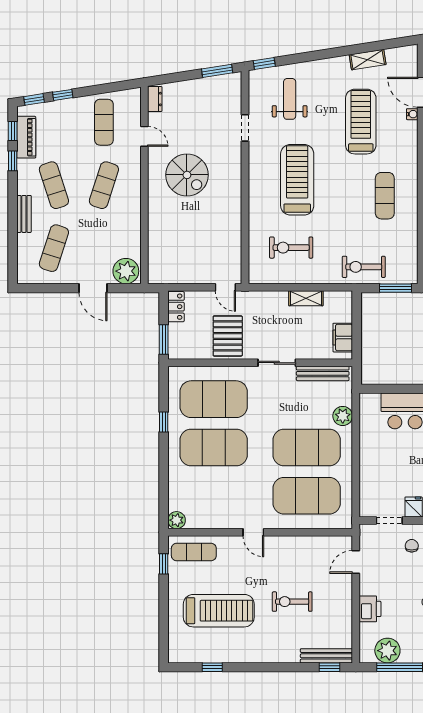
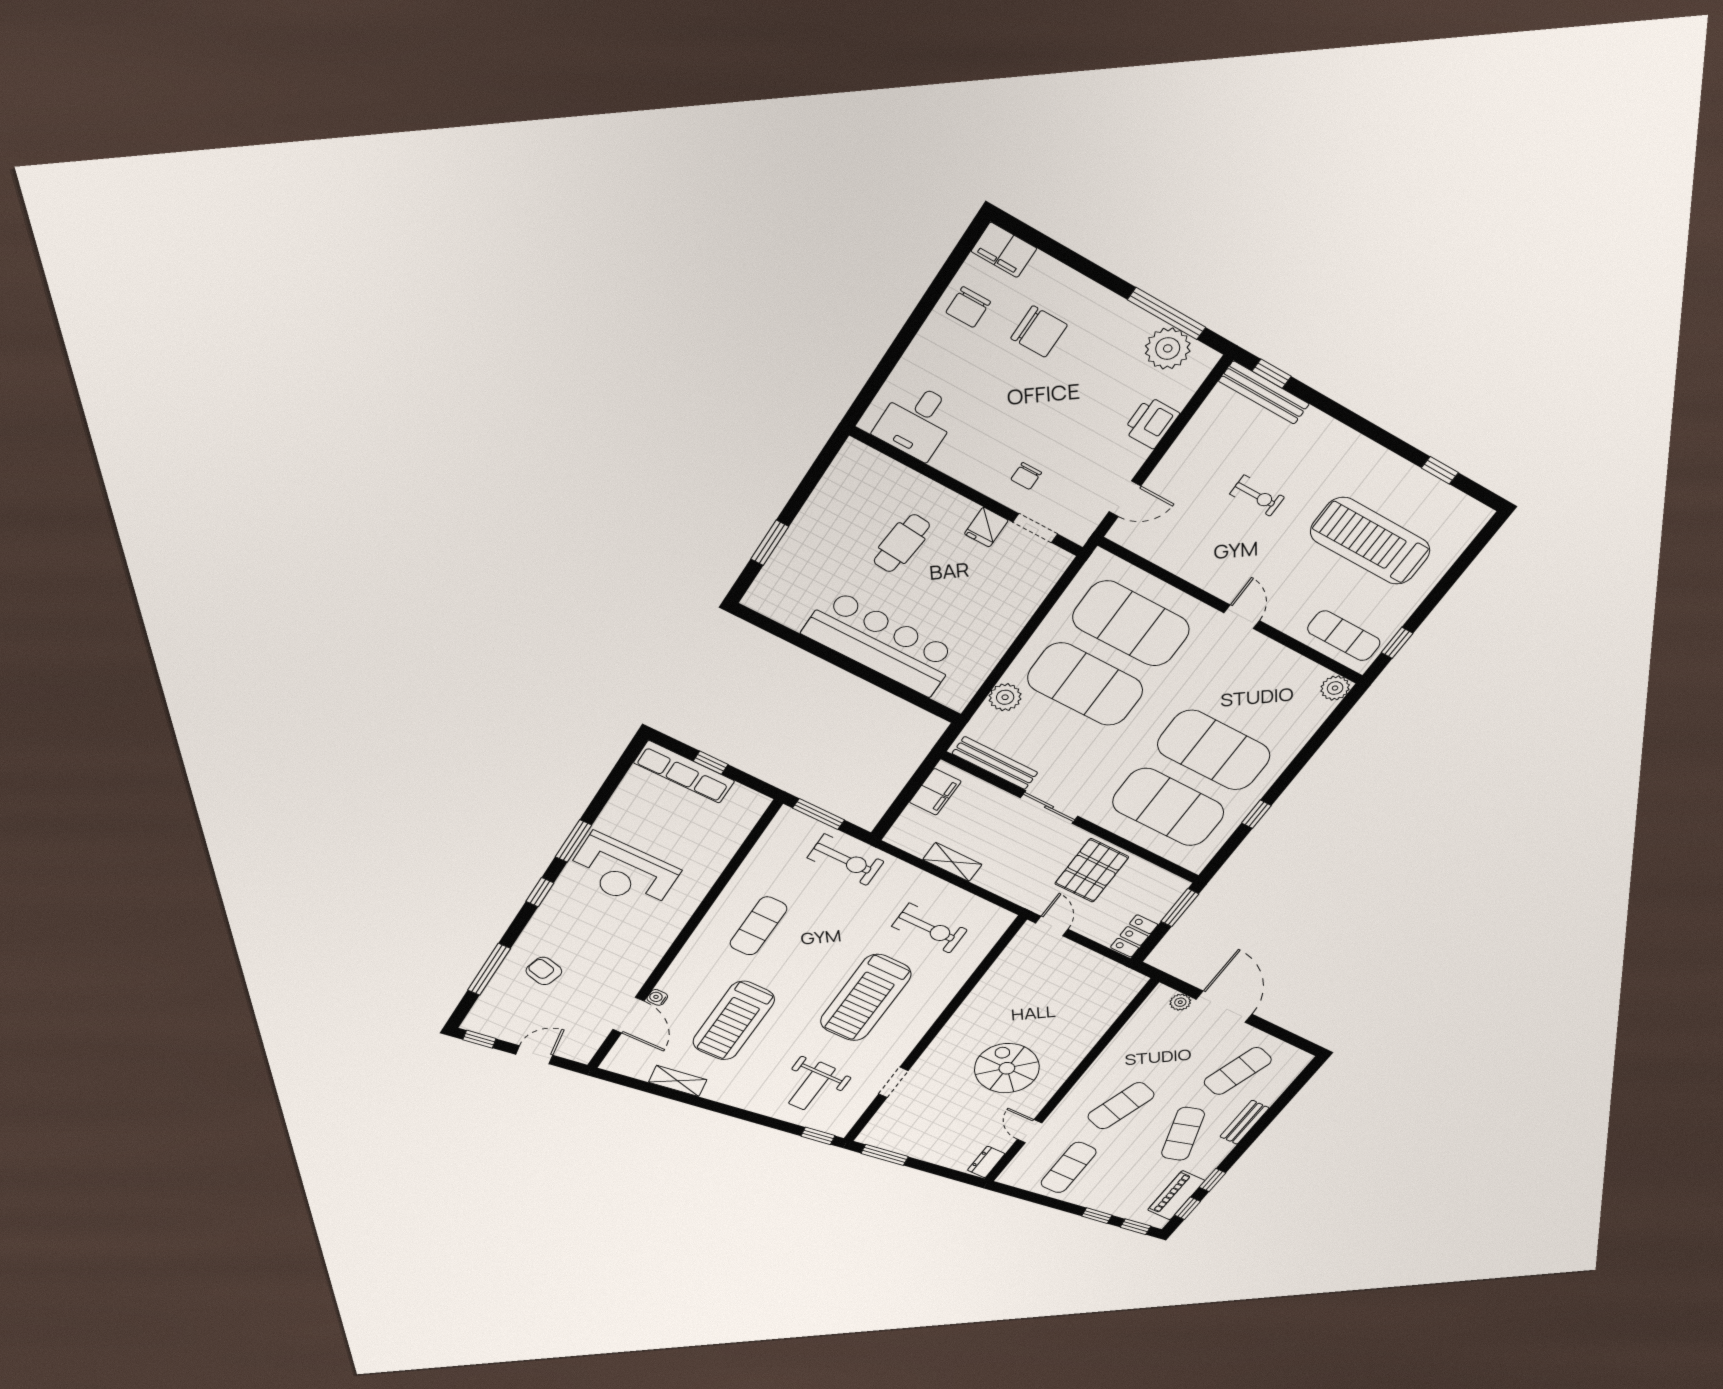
plant: (126, 271) -> (1180, 1002), width x0.53, depth x0.53
door: (93, 288) -> (1224, 1007), width x1.36
exercise bike: (292, 602) -> (1257, 496), width x0.73, depth x0.72

